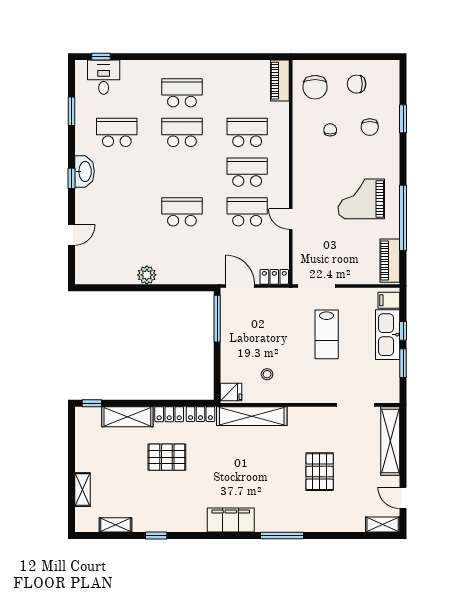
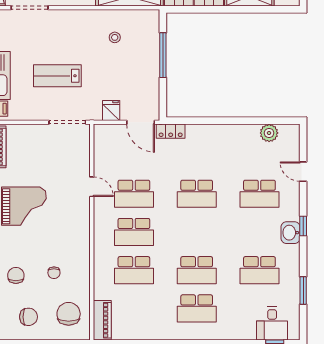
washbasin: (84, 171) -> (291, 233), width x0.72
school desk: (117, 212) -> (259, 194), added
door: (71, 235) -> (303, 172), hinge flipped
plant: (147, 275) -> (269, 133), moved
locker: (274, 277) -> (171, 131), moved
window: (217, 319) -> (163, 55), moved
lab bench: (327, 334) -> (57, 76), turned -90
fridge: (231, 392) -> (111, 111), moved, turned 90
window: (92, 403) -> (283, 9), removed

